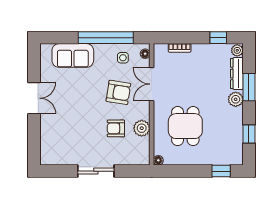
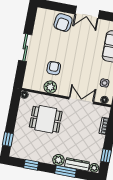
armchair: (118, 92) -> (63, 23), moved

